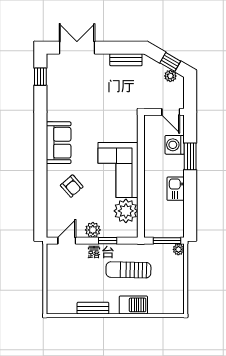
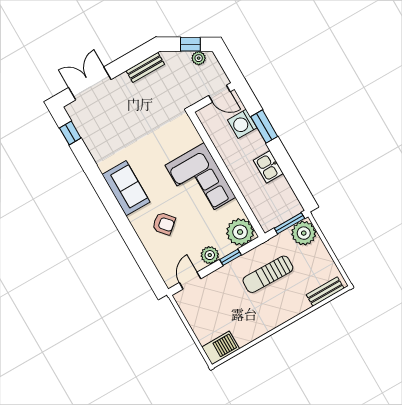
plant: (126, 211) -> (240, 232), moved
plant: (178, 249) -> (304, 233), width x1.88, depth x1.88
barbecue: (133, 305) -> (221, 348), moved
bench: (93, 308) -> (325, 292), moved

